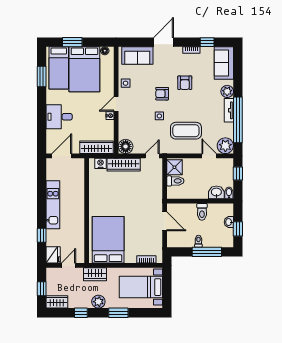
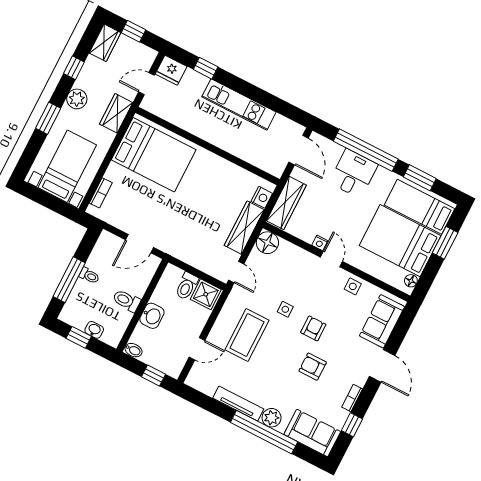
tv unit: (229, 110) -> (238, 404), width x1.41
window: (42, 117) -> (366, 150), added
window: (238, 120) -> (264, 432), moved
plant: (225, 146) -> (200, 378), removed
washbasin: (216, 192) -> (152, 316), moved
door: (68, 265) -> (146, 84), swing flipped

